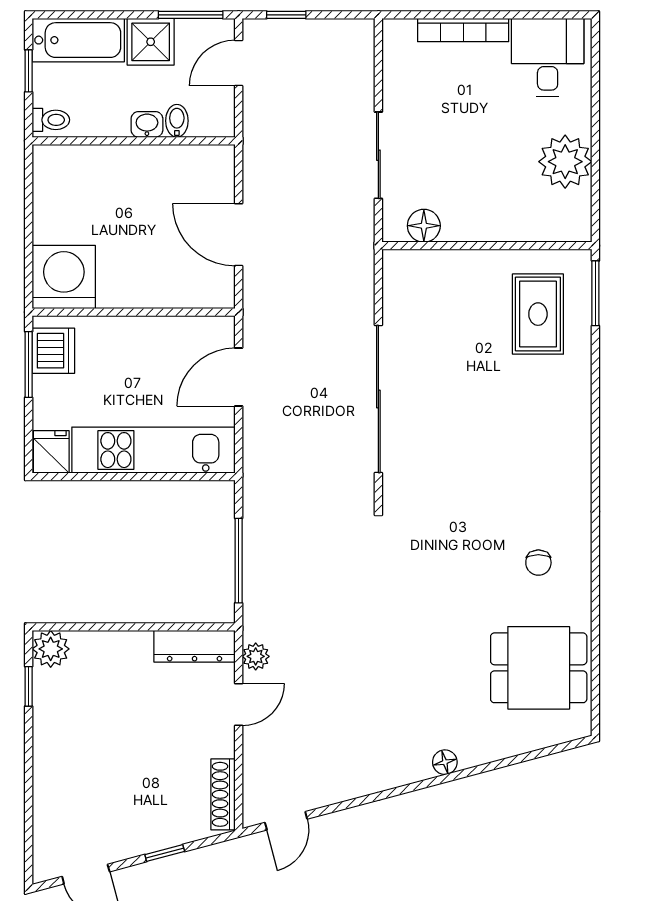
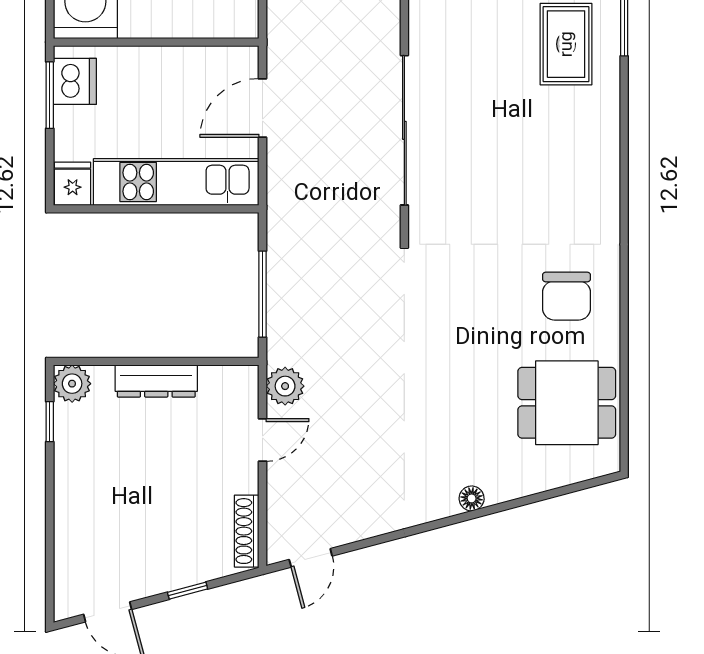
chair: (538, 563) -> (567, 296), width x1.87, depth x1.87
dresser: (195, 646) -> (156, 381), moved
plant: (256, 656) -> (285, 386), width x1.38, depth x1.38

